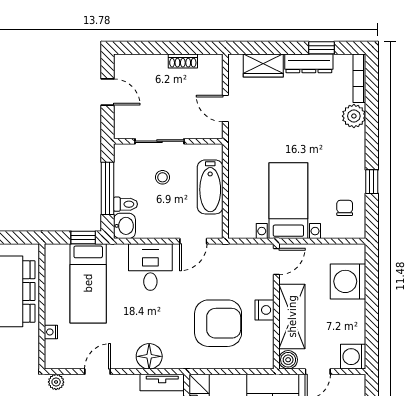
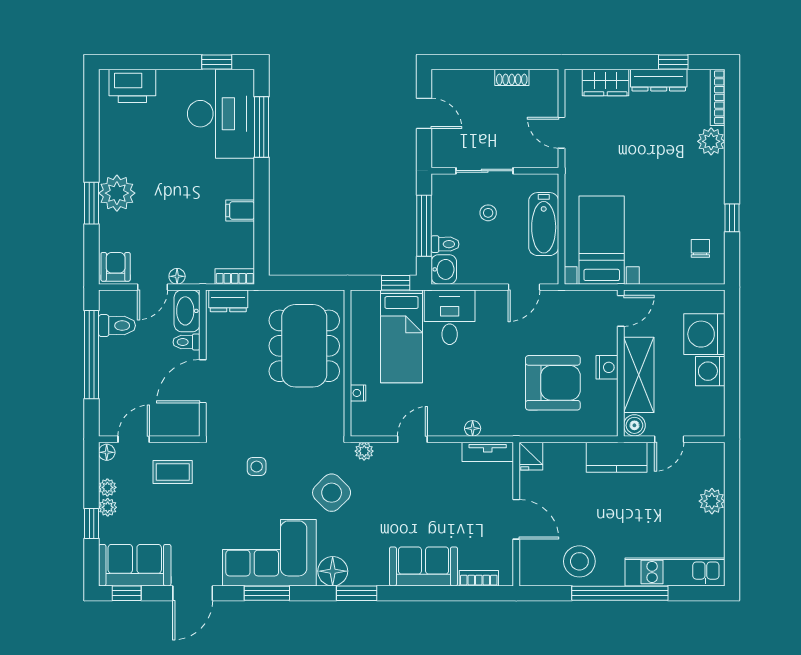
bed with nightstands: (288, 201) -> (602, 240), moved
desk: (150, 267) -> (450, 317), moved
floor lamp: (149, 356) -> (473, 428), width x0.53, depth x0.53
washing machine: (353, 357) -> (710, 371), moved

